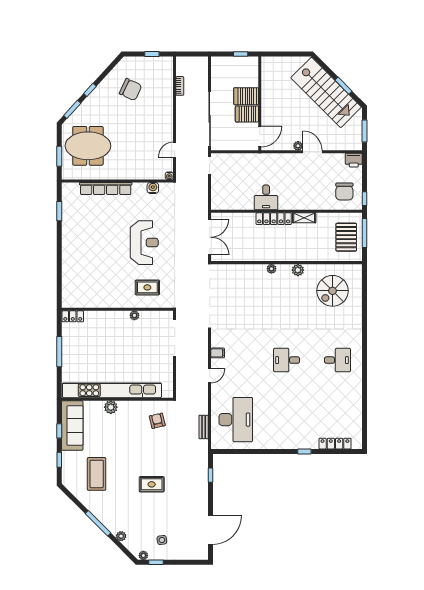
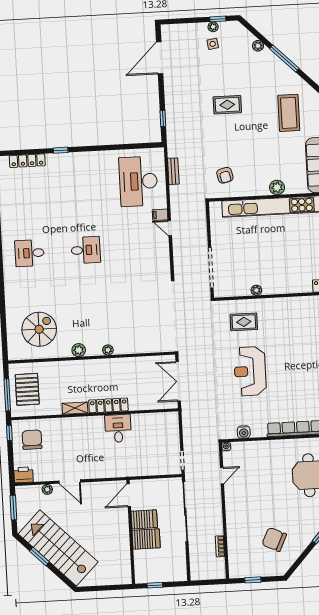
plant: (298, 146) -> (47, 489), moved
filing cabinet: (218, 353) -> (160, 215), moved
door: (210, 376) -> (170, 228), hinge flipped
plant: (143, 555) -> (213, 27), moved

